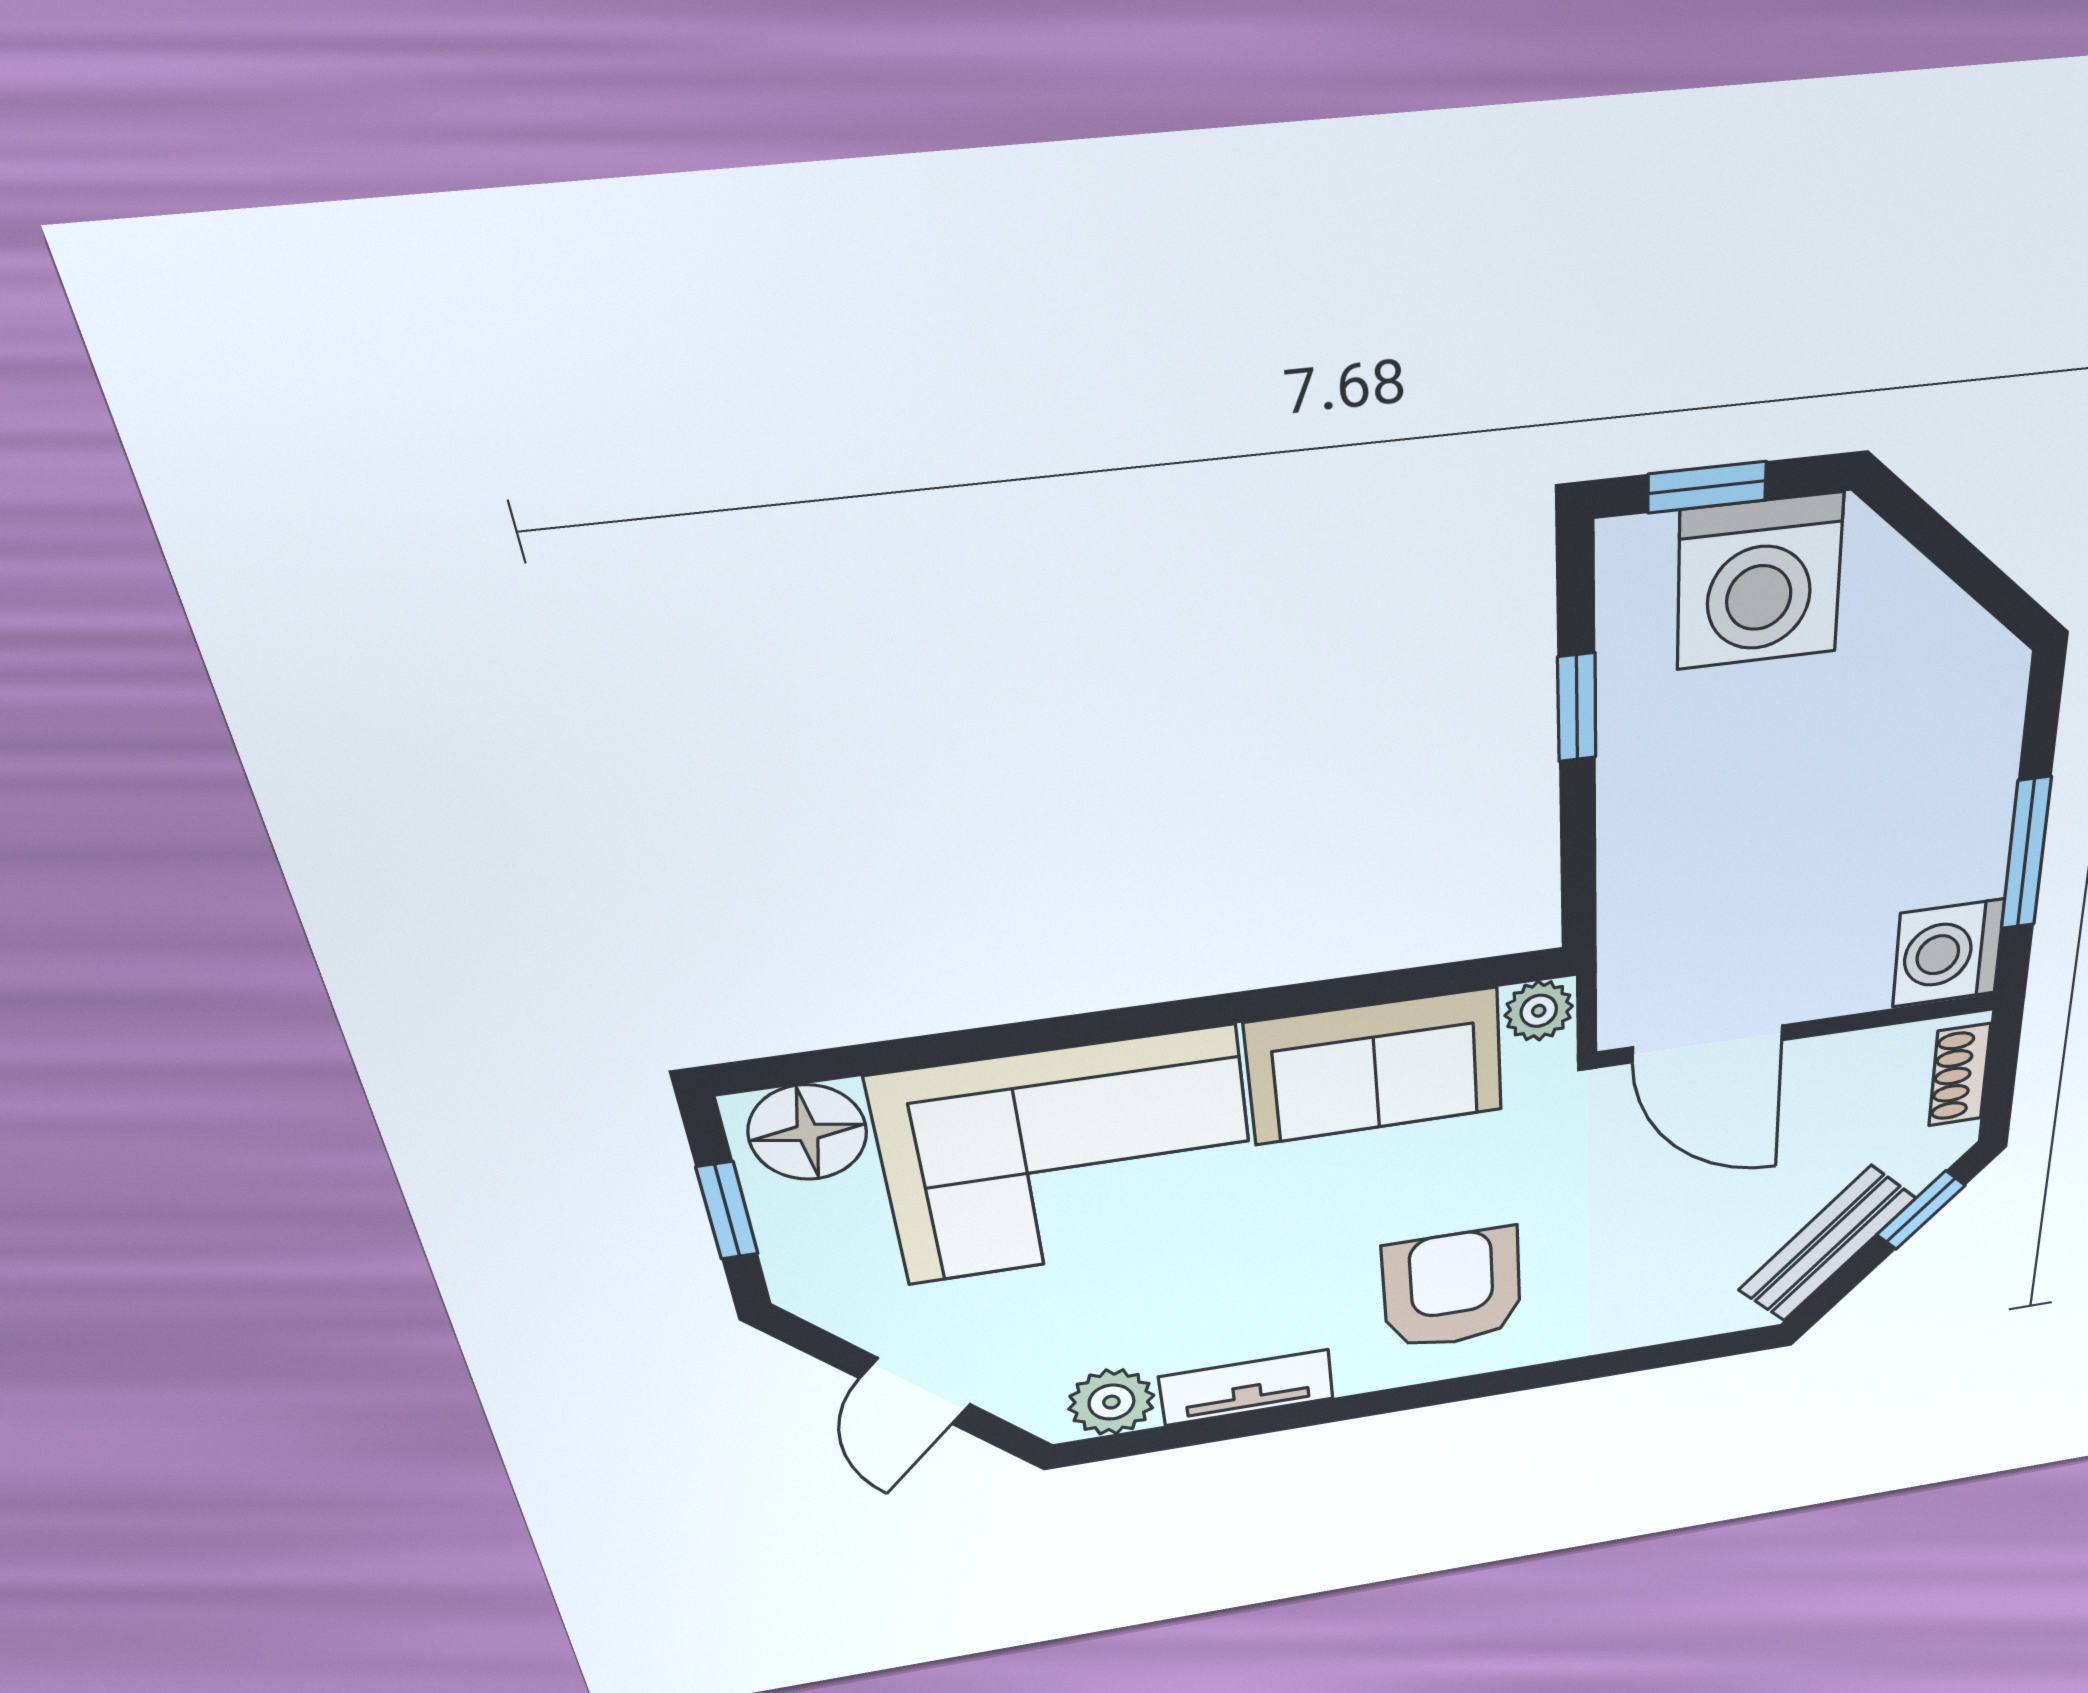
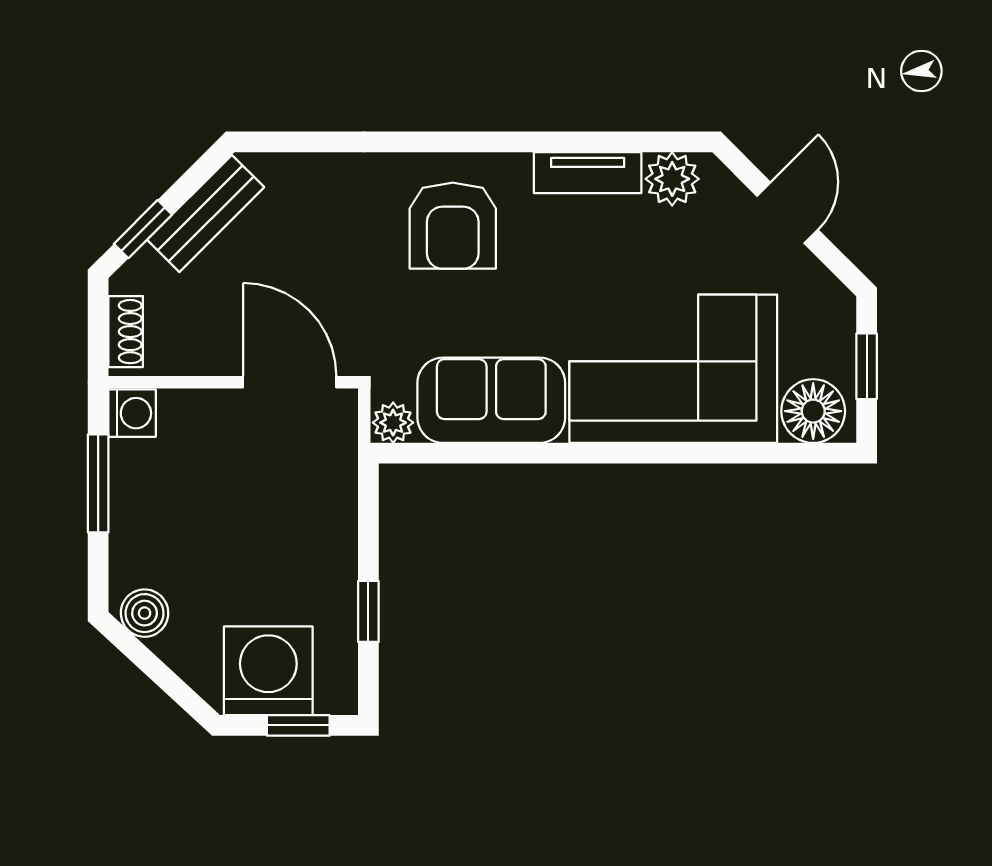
boiler: (1971, 656) -> (145, 613), added
washing machine: (1948, 953) -> (132, 413), width x0.73, depth x0.73

